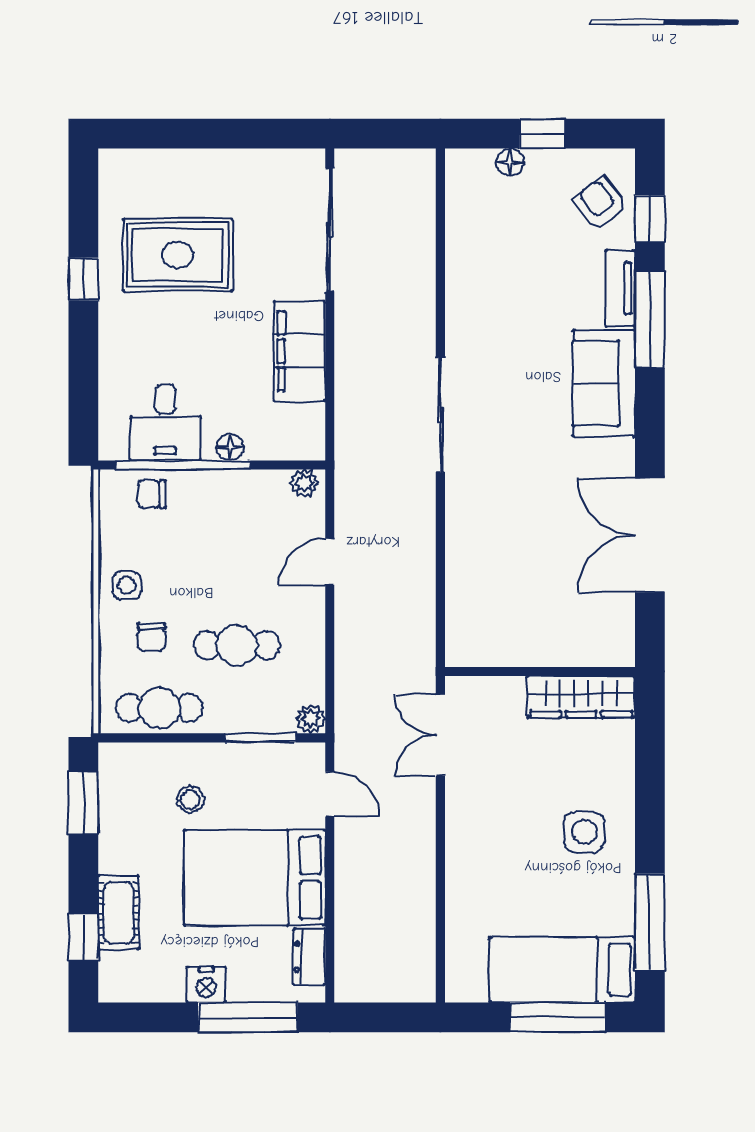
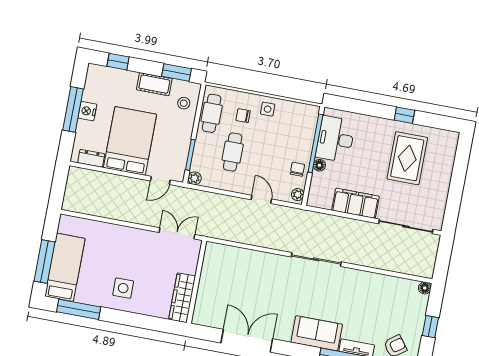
floor lamp: (510, 162) -> (425, 288), moved
desk: (165, 423) -> (335, 139), width x1.37
chair: (152, 494) -> (297, 169), moved
stool: (190, 799) -> (184, 103), moved
cot: (118, 913) -> (154, 84), moved
window: (248, 1017) -> (73, 109), moved

